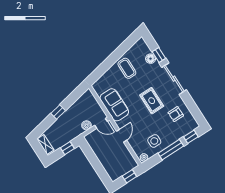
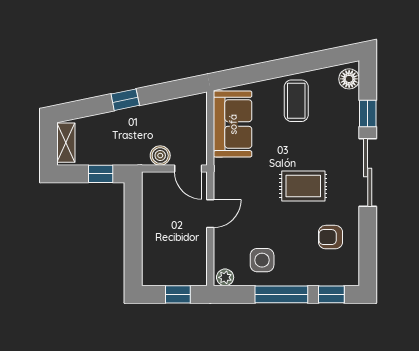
floor lamp: (151, 59) -> (349, 79), moved
rug: (152, 101) -> (303, 186), turned 90
sofa: (114, 105) -> (233, 124), moved

